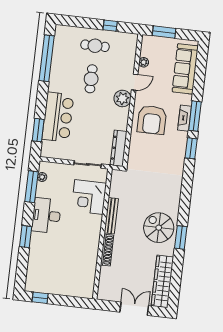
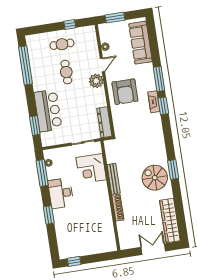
fireplace: (184, 118) -> (154, 102), moved
window: (181, 237) -> (173, 169), moved

